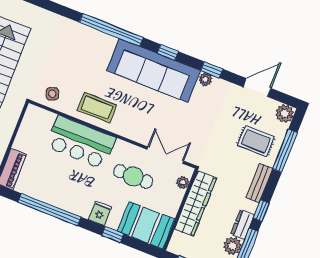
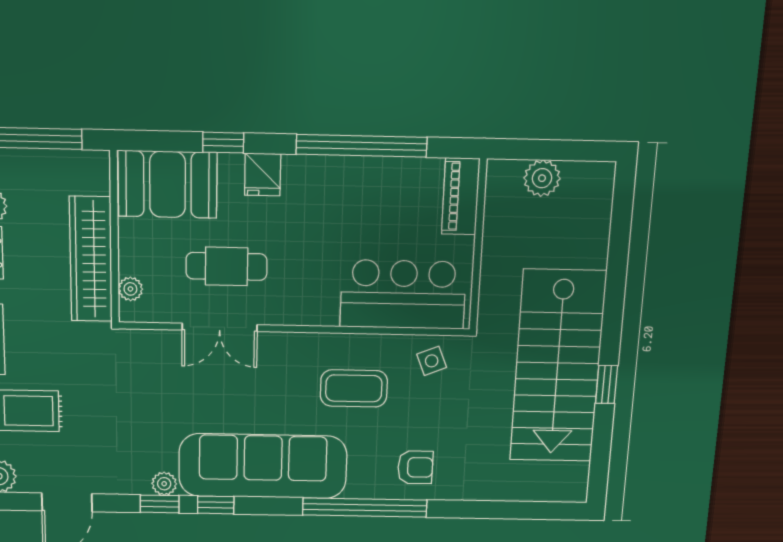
armchair: (79, 42) -> (415, 467), added
window: (168, 52) -> (216, 505), moved
coffee table: (97, 108) -> (354, 388), moved
bar counter: (81, 142) -> (403, 294), moved
double door: (165, 155) -> (220, 327), moved

